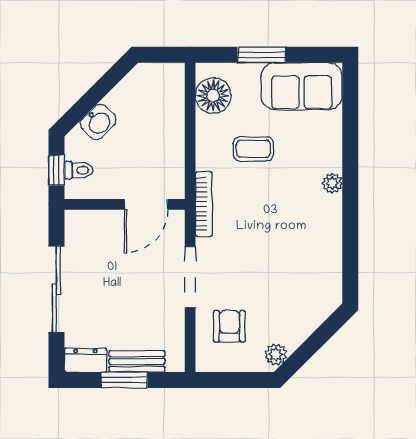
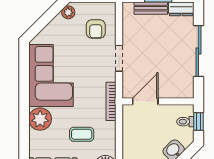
plant: (332, 183) -> (40, 119), width x1.88, depth x1.88
corner sofa: (305, 248) -> (51, 75), added
doorway: (190, 277) -> (119, 58), width x0.73

